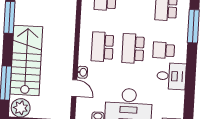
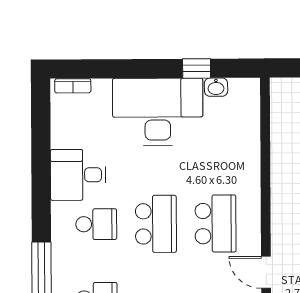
washbasin: (82, 72) -> (251, 172), removed
door: (74, 88) -> (266, 272), moved

